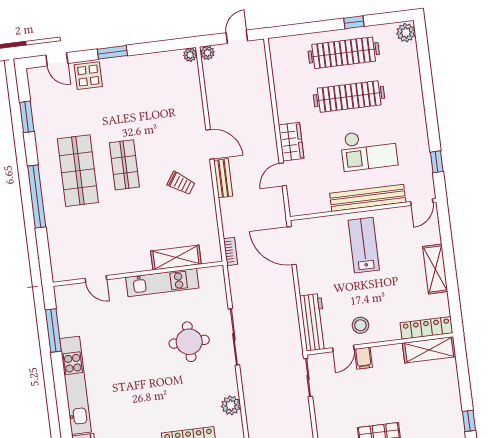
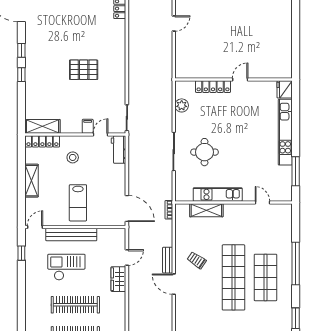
shop shelf: (124, 165) -> (233, 277), width x2.00, depth x1.36
workbench: (313, 322) -> (119, 150), width x0.73
stool: (360, 325) -> (73, 157), moved

